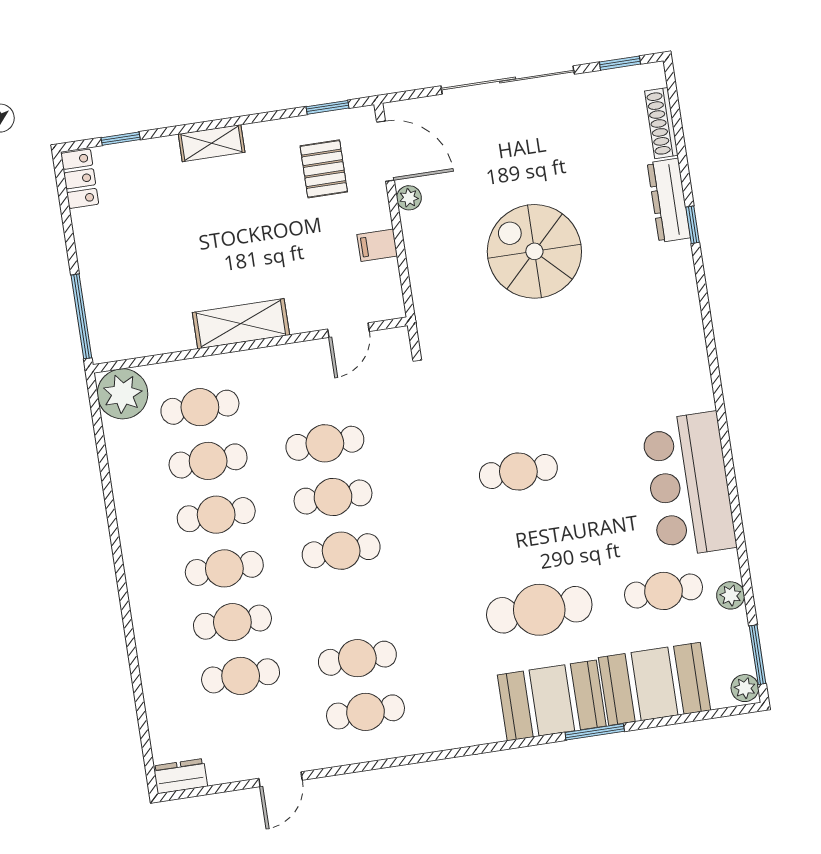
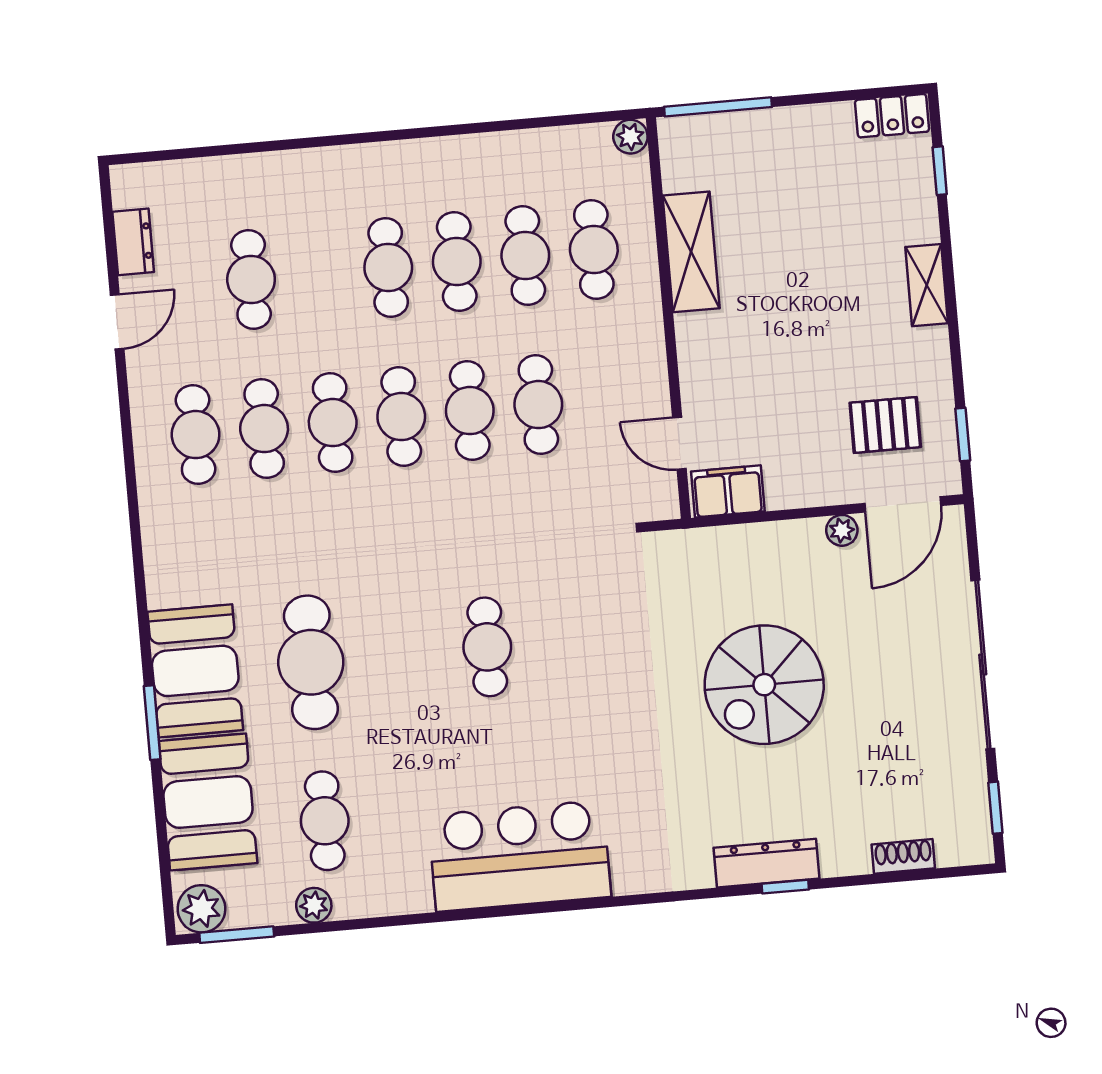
shoe rack: (661, 123) -> (903, 856), width x0.70
dresser: (669, 200) -> (766, 863), moved
filing cabinet: (377, 245) -> (728, 491), moved, width x2.00
spiral stairs: (534, 251) -> (764, 685), turned 180
shelving: (241, 324) -> (691, 252), moved
plant: (123, 394) -> (630, 137), width x0.53, depth x0.53
bar counter: (689, 485) -> (520, 856), moved
cafe table: (232, 622) -> (333, 423), moved
plant: (745, 688) -> (201, 909), width x1.38, depth x1.38
dresser: (180, 776) -> (133, 242), moved
door: (281, 779) -> (117, 322), swing flipped

